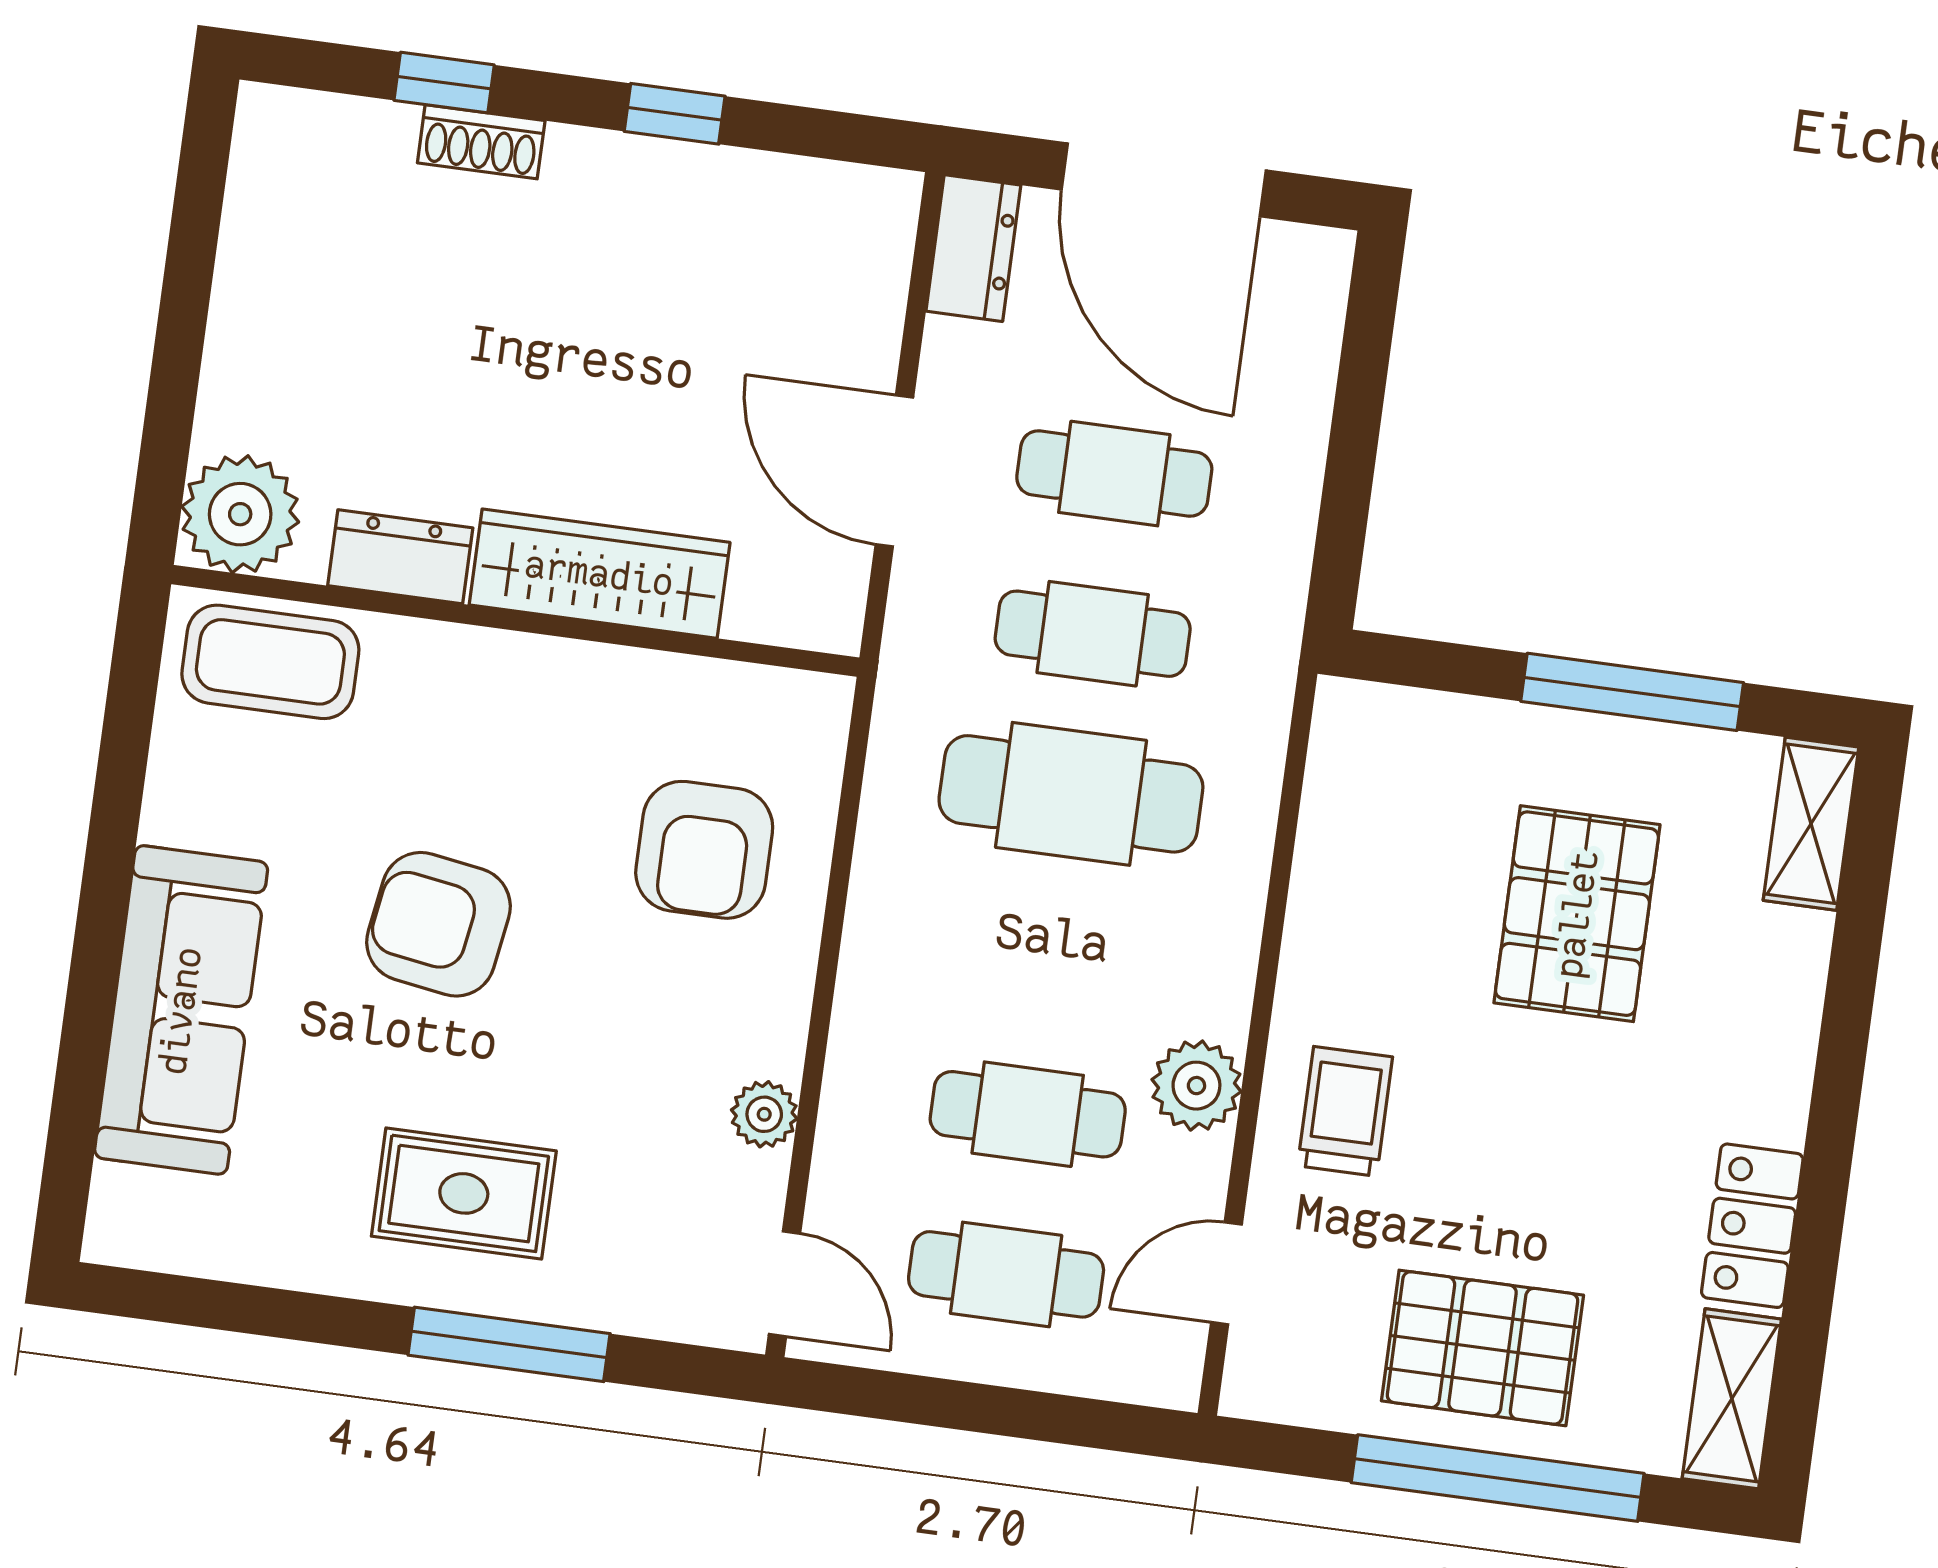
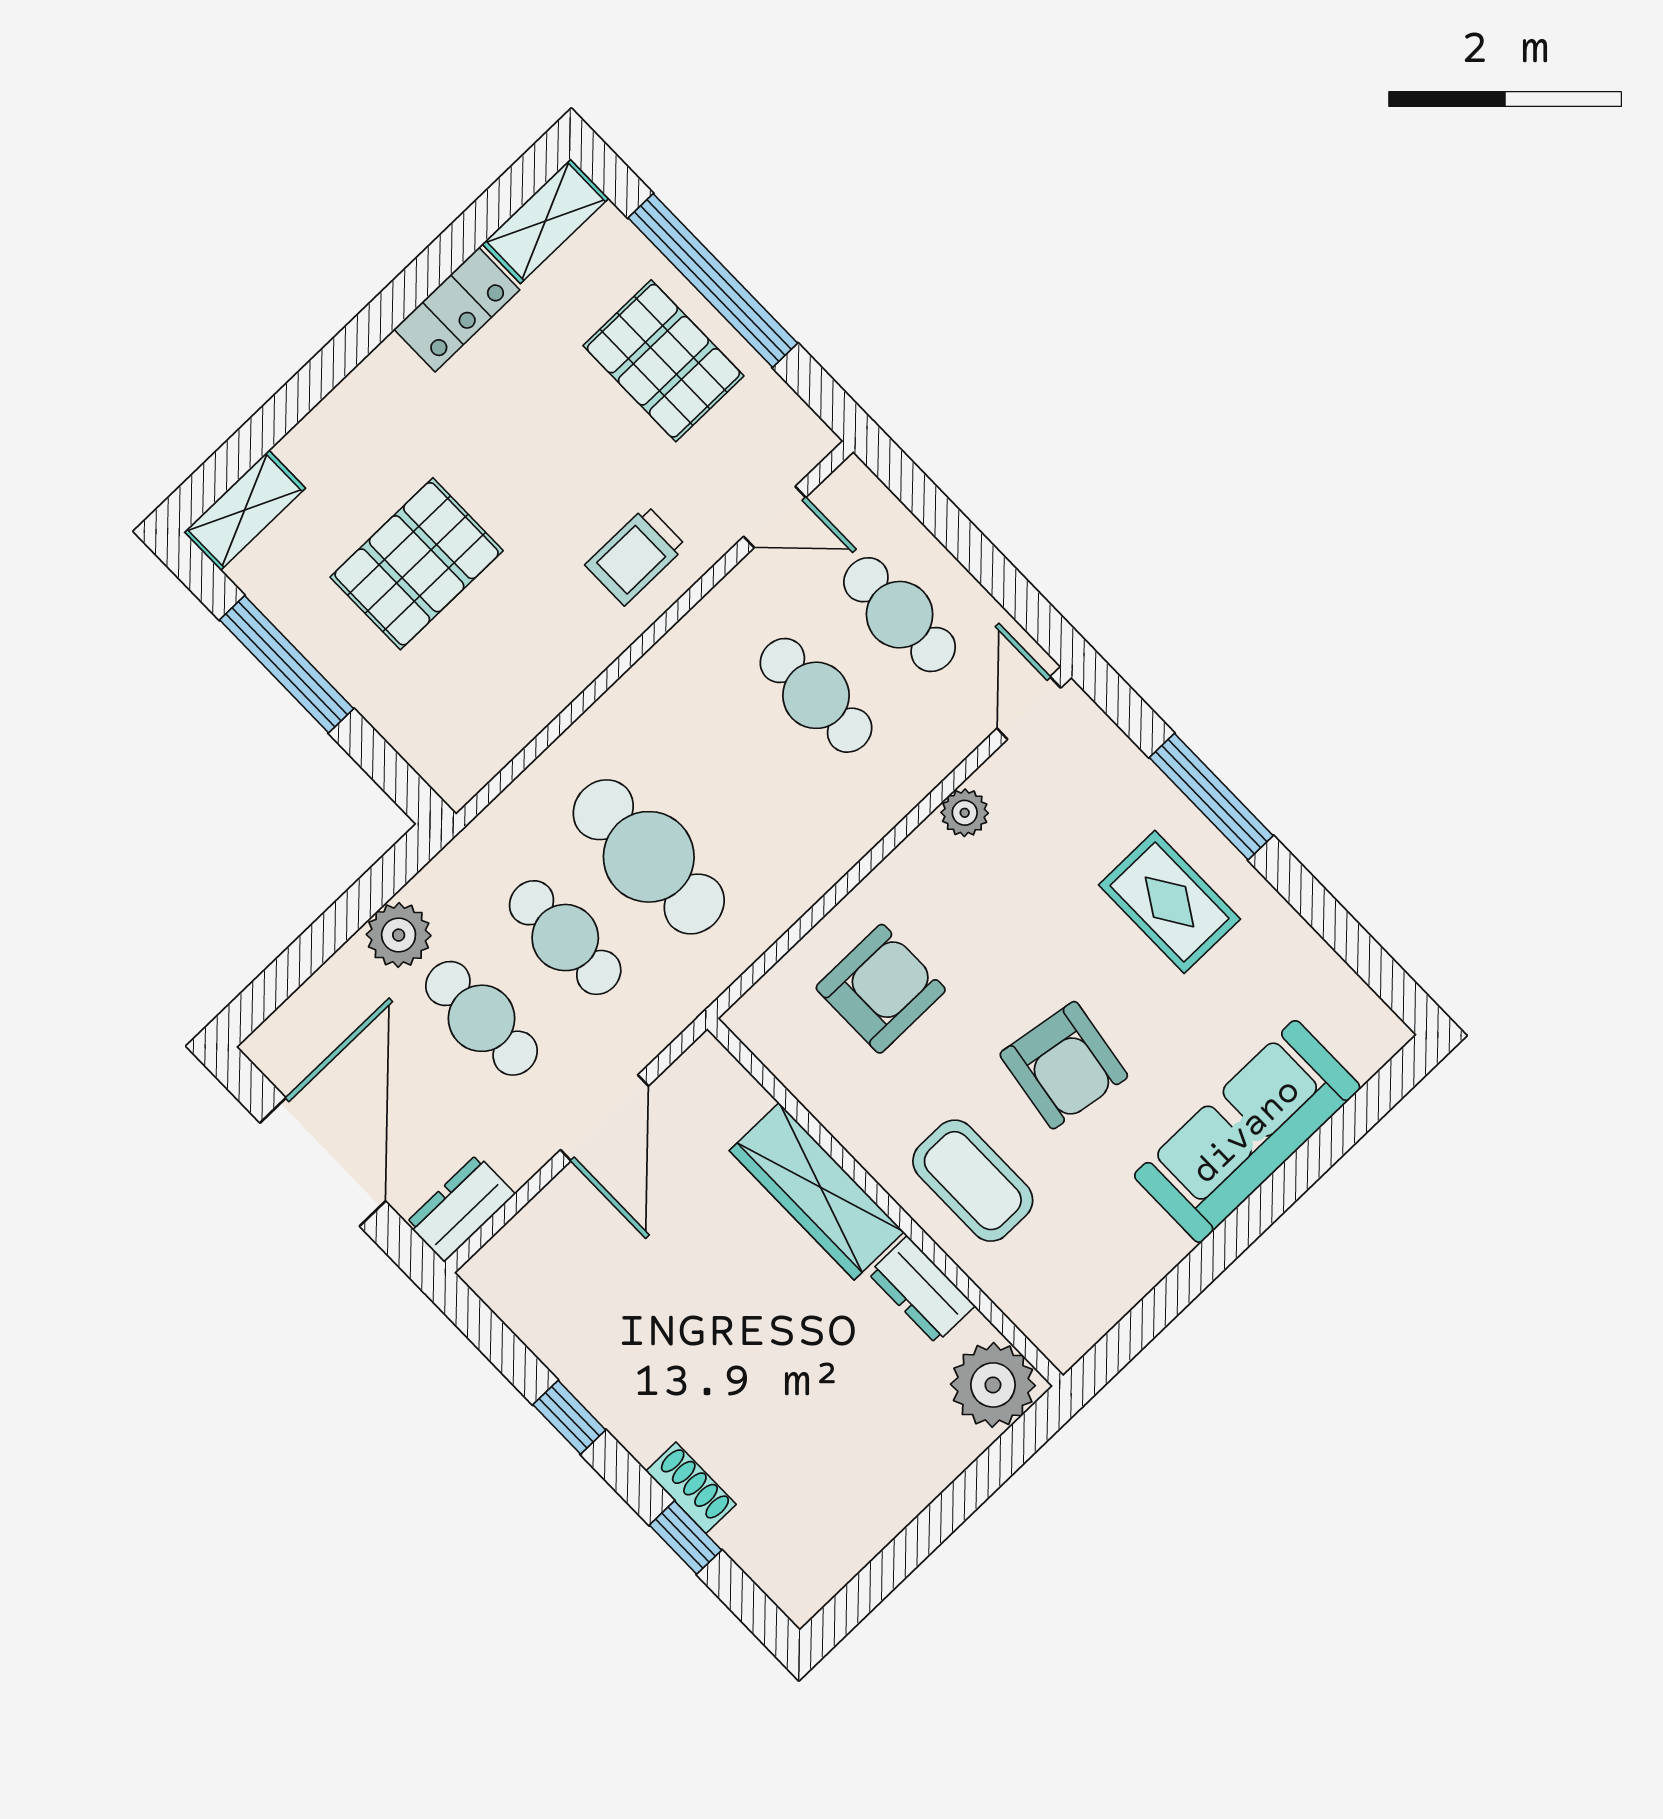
coffee table: (270, 662) -> (973, 1181), moved
plant: (1196, 1086) -> (399, 935), moved

